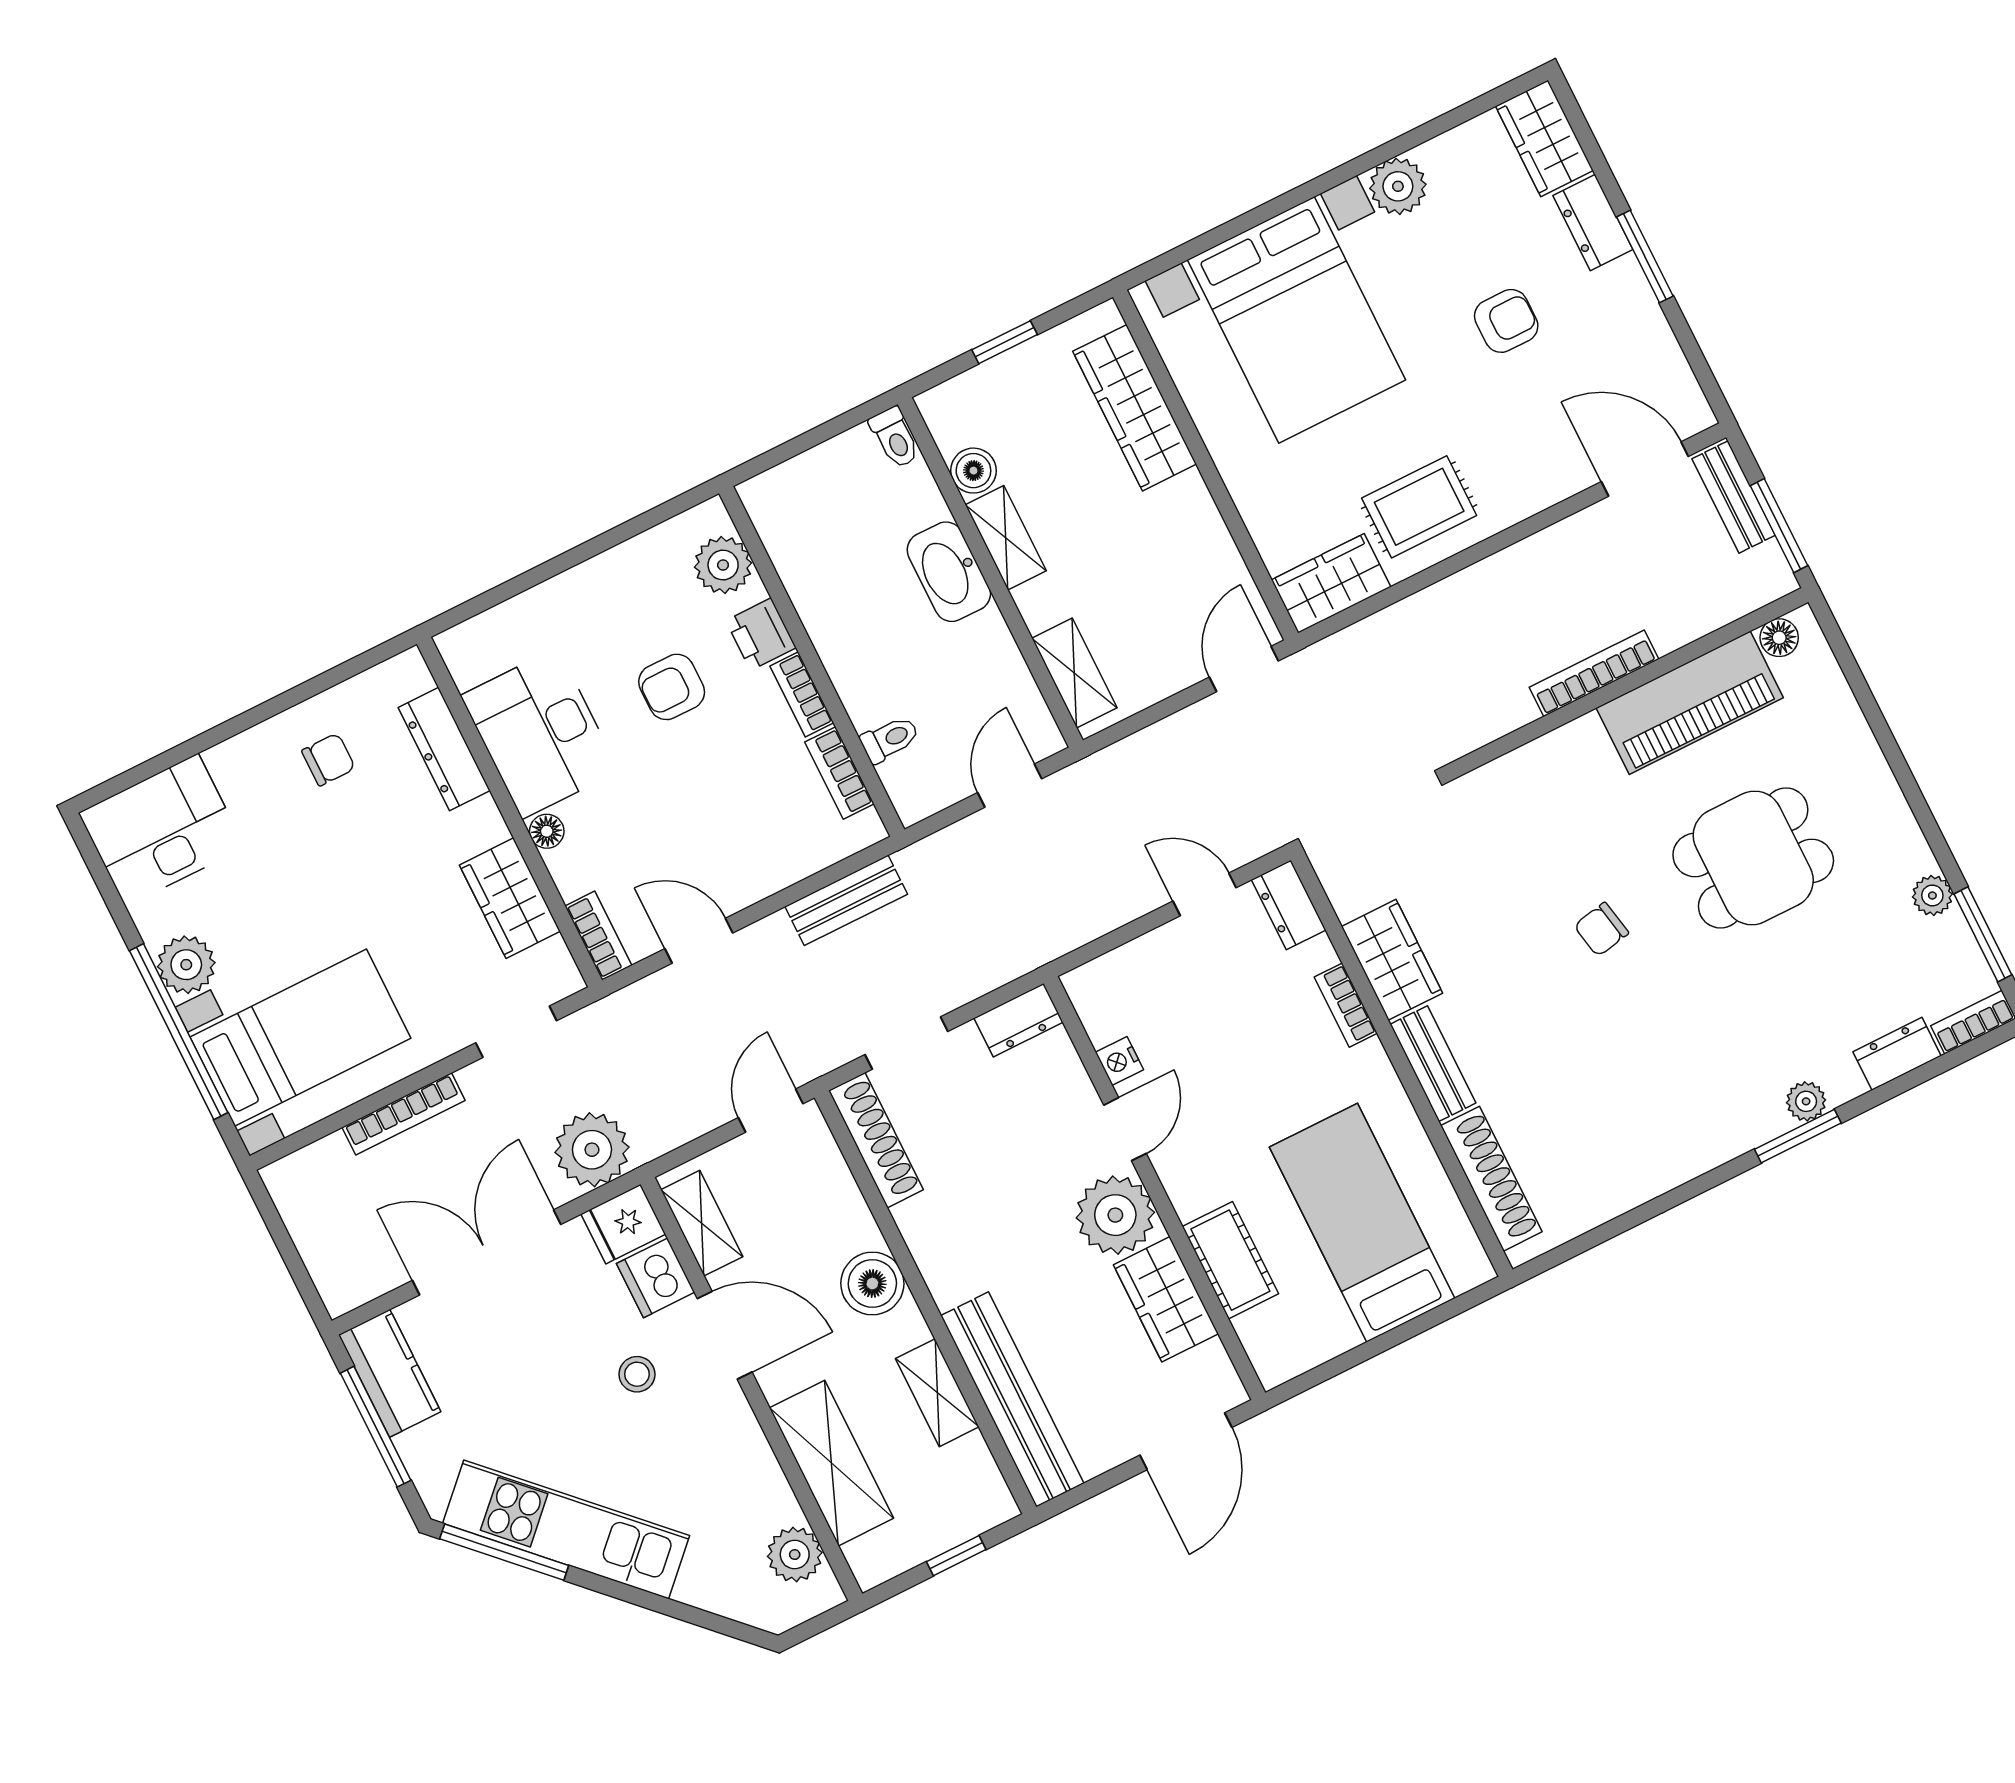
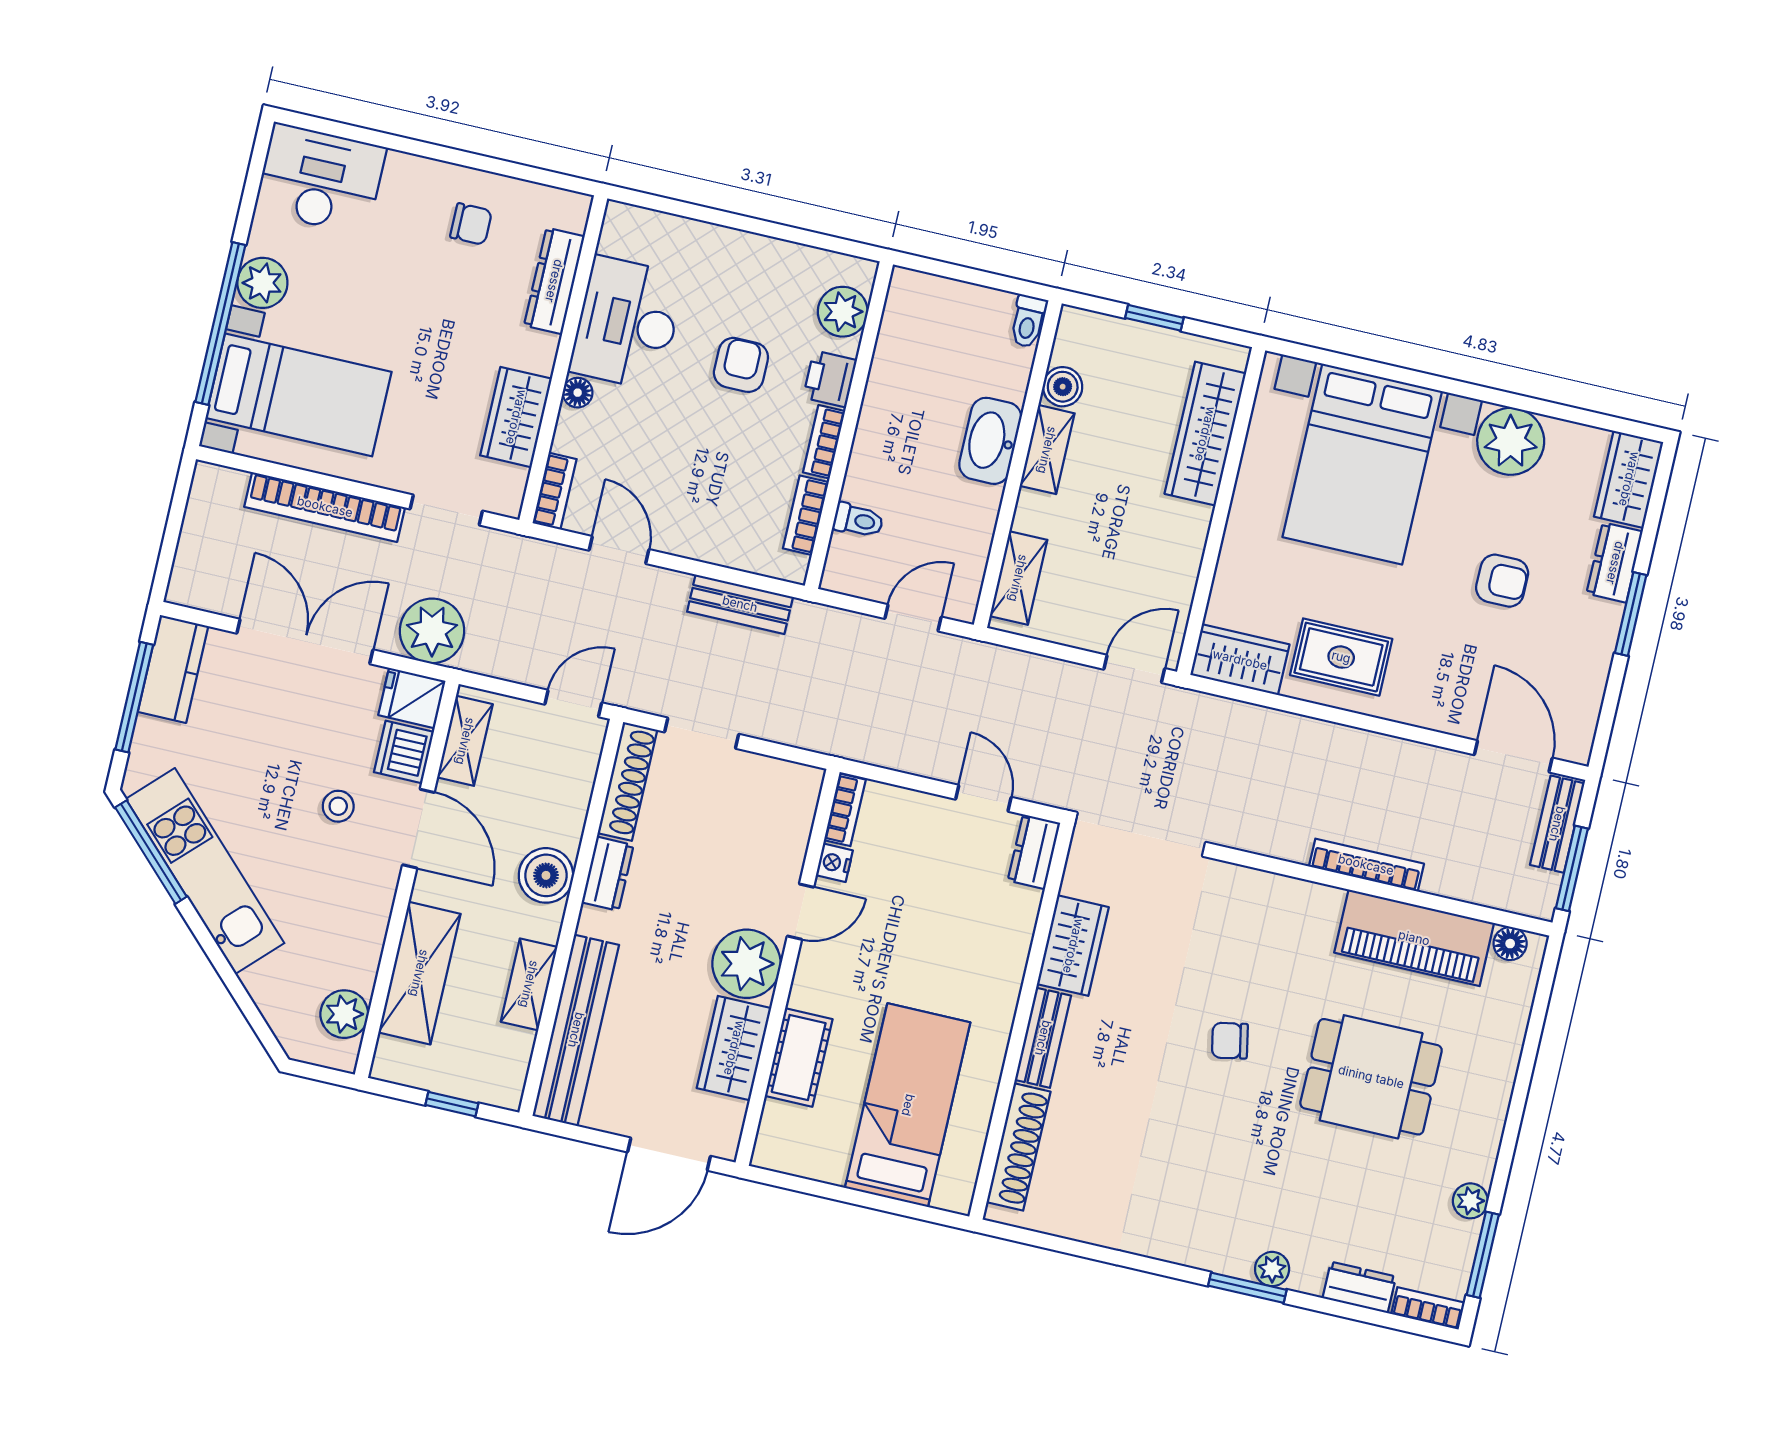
plant: (1398, 186) -> (1511, 441), width x1.36, depth x1.36
armchair: (672, 687) -> (741, 365), turned 90
bookcase: (1346, 1005) -> (845, 810), moved, turned 180
dresser: (1019, 1020) -> (608, 874), moved, turned -90
bookcase: (404, 1114) -> (325, 507), width x1.48, depth x1.31

